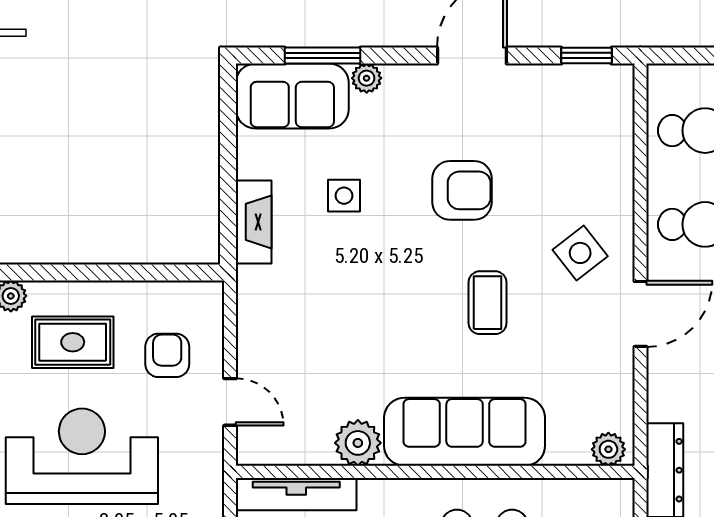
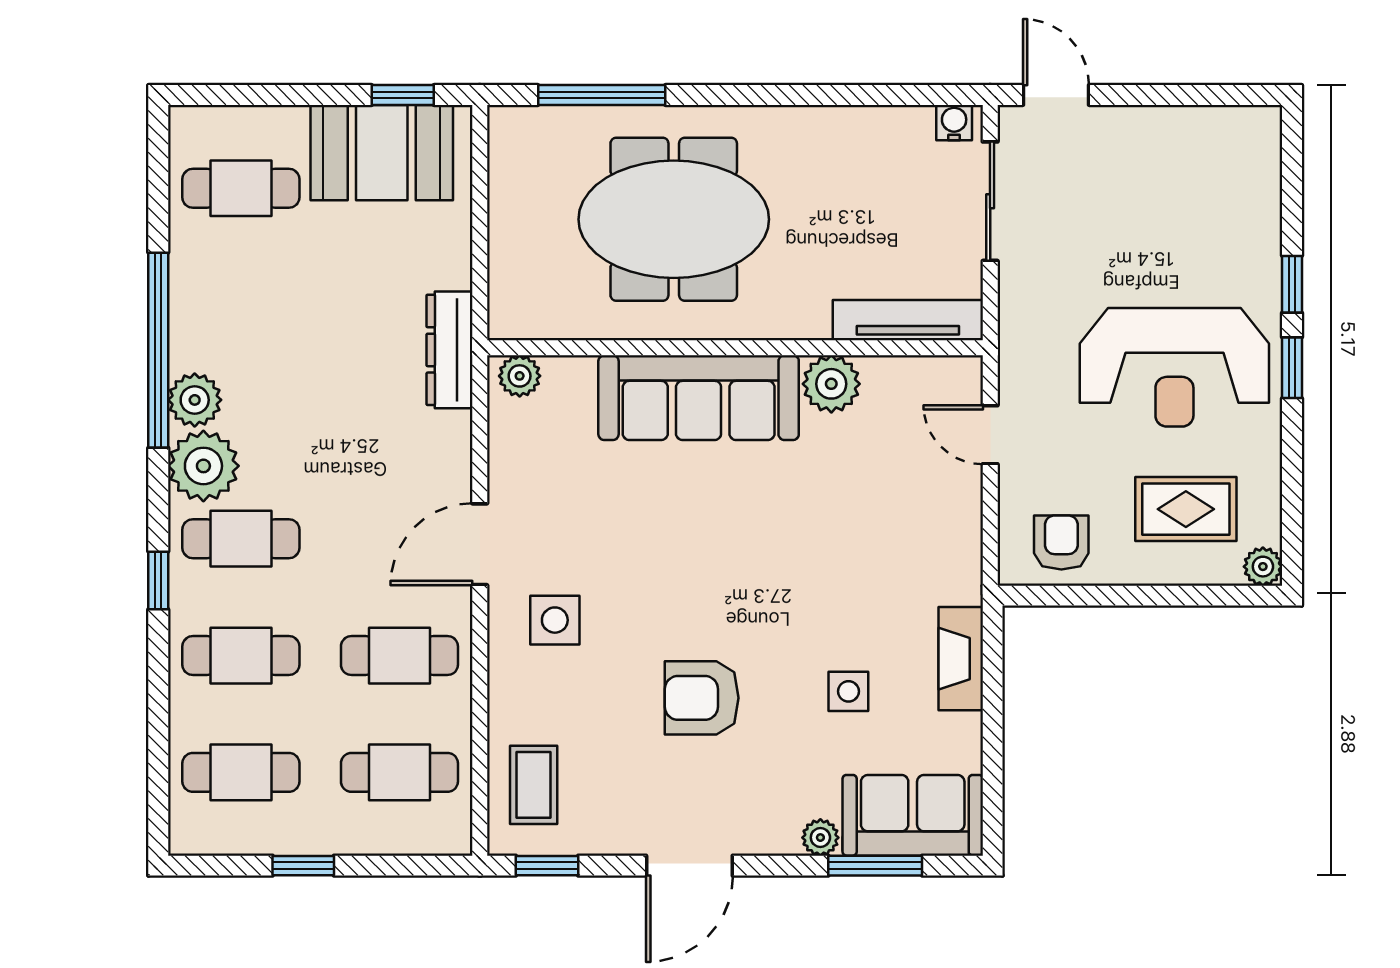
side table: (580, 253) -> (555, 620), turned 38
coffee table: (488, 303) -> (534, 785), moved
armchair: (167, 355) -> (1061, 542), moved, turned 180

